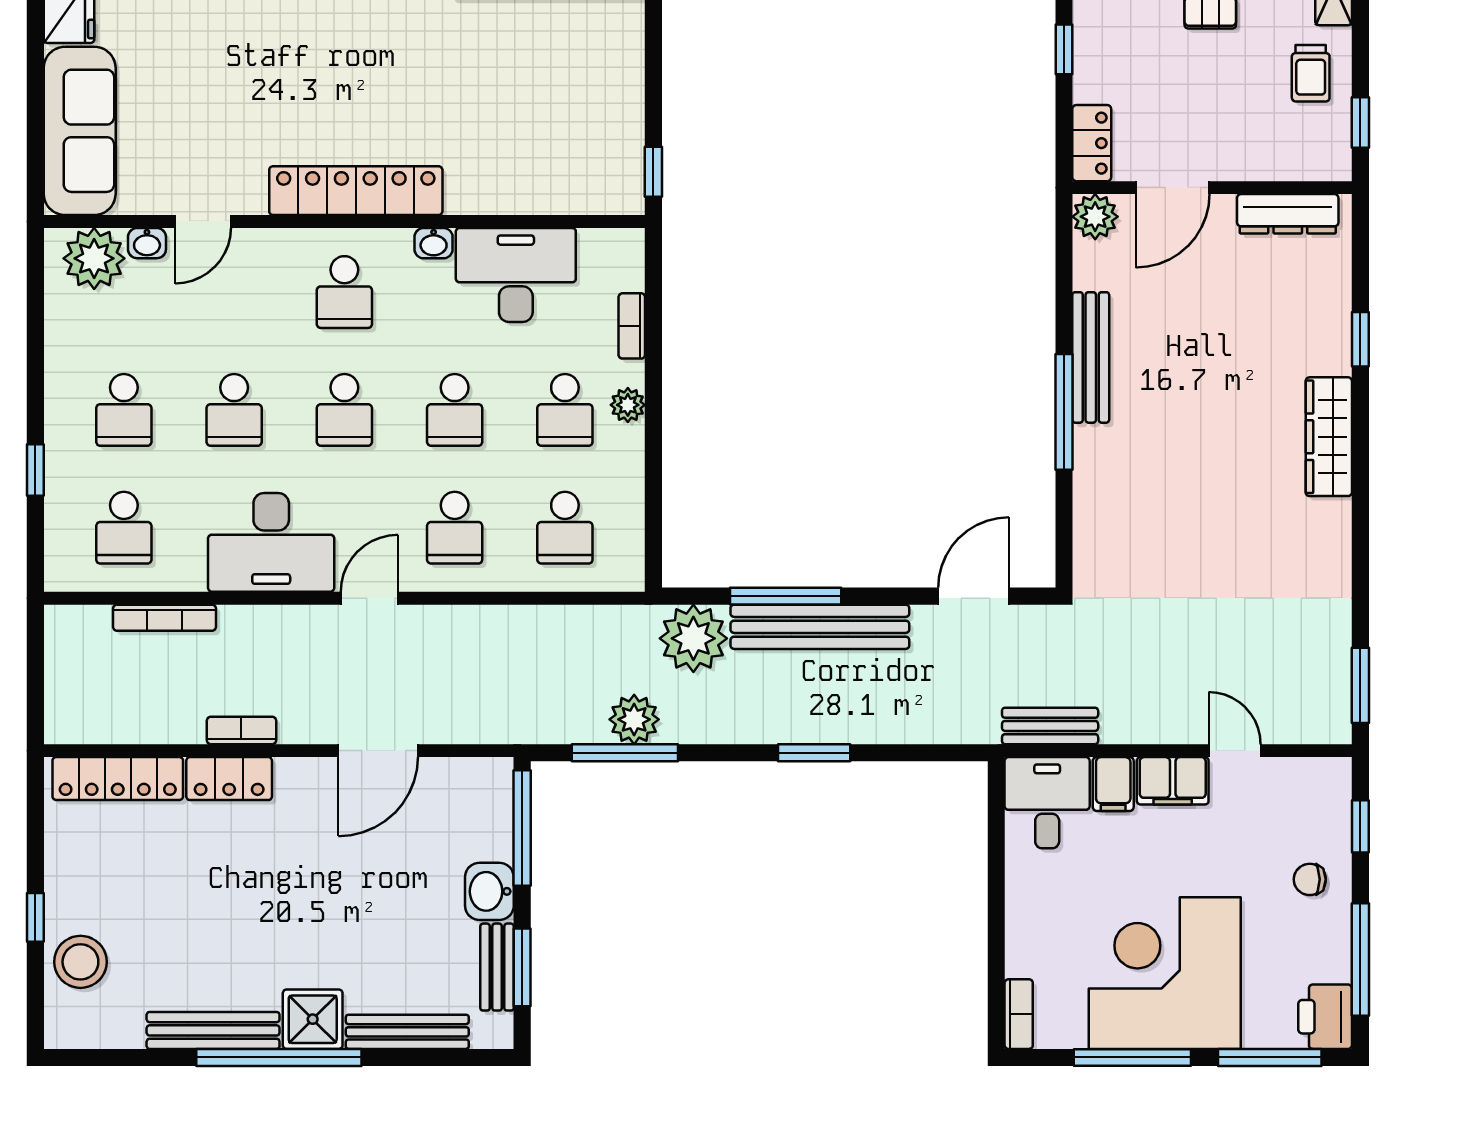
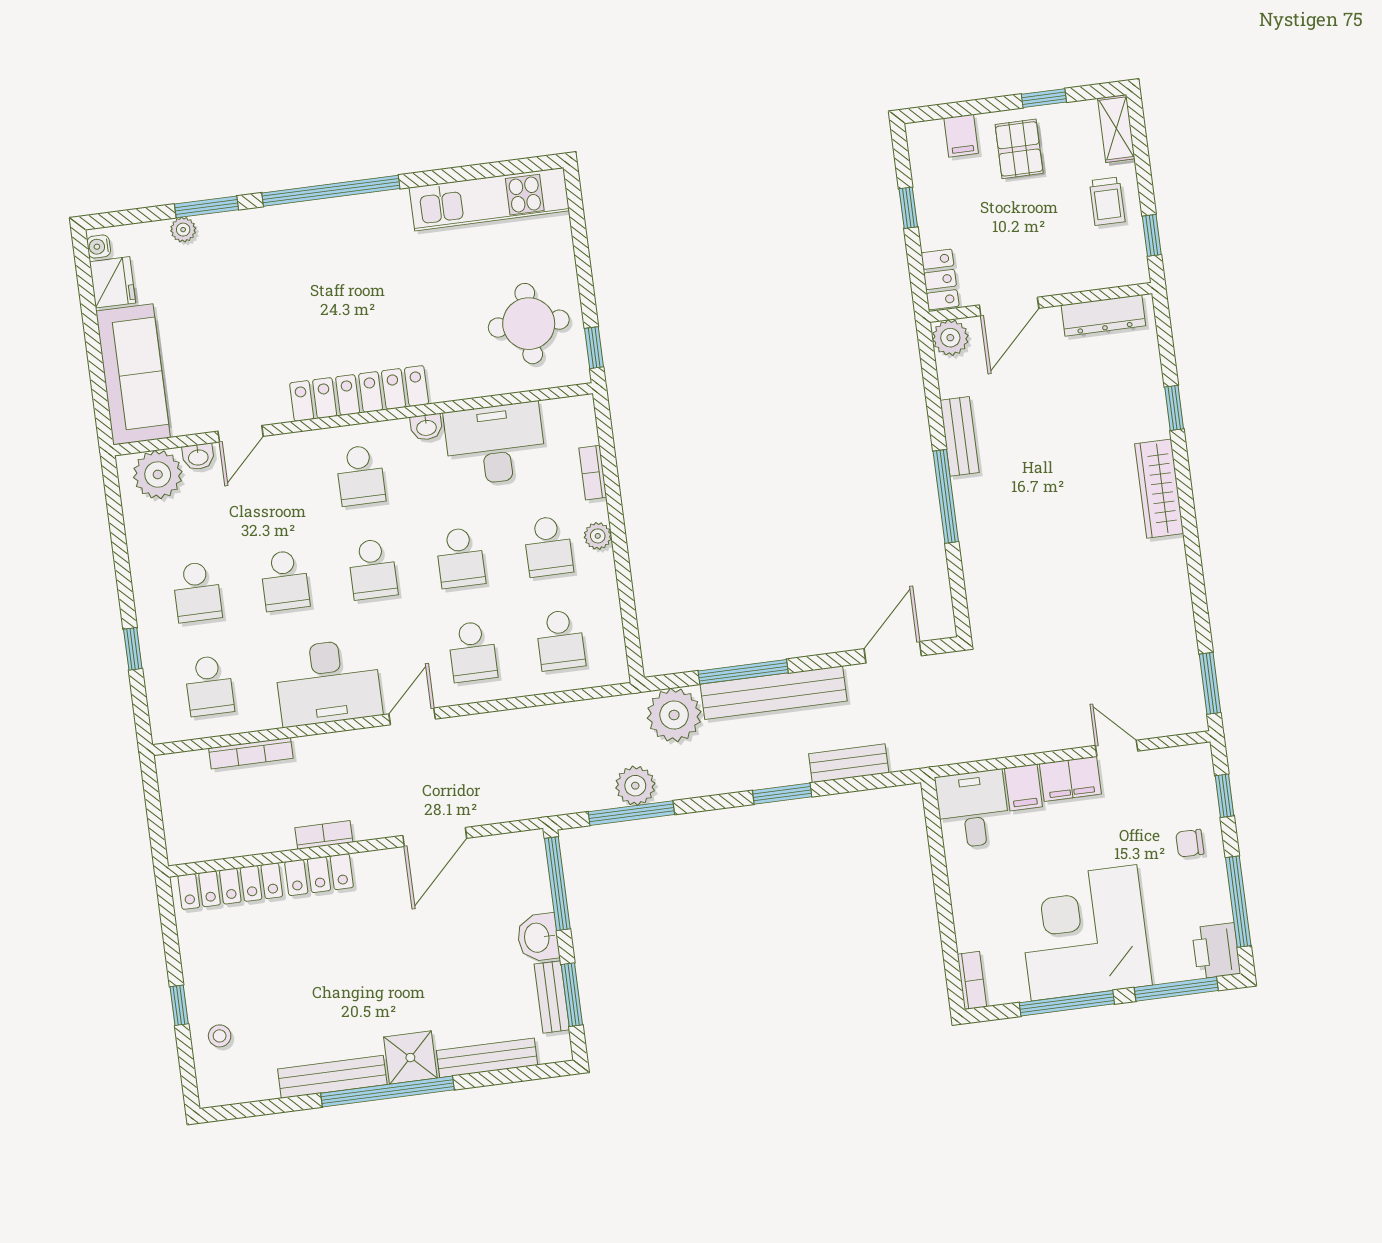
round table: (577, 132) -> (529, 324), added
bench: (1091, 357) -> (960, 436), width x0.73
bench: (1050, 726) -> (849, 763), moved
stool: (80, 962) -> (220, 1036), width x0.53, depth x0.53

